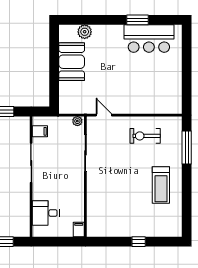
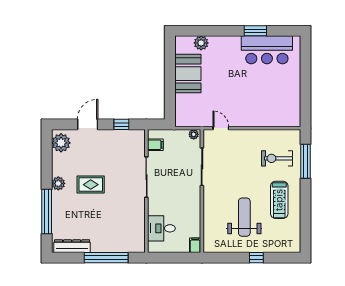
exercise bike: (145, 136) -> (277, 158), moved
weight bench: (127, 202) -> (244, 217), added

